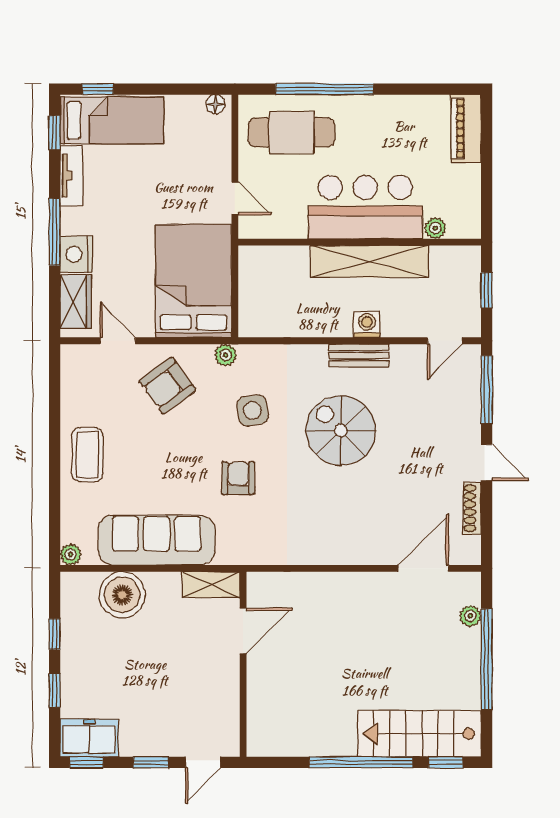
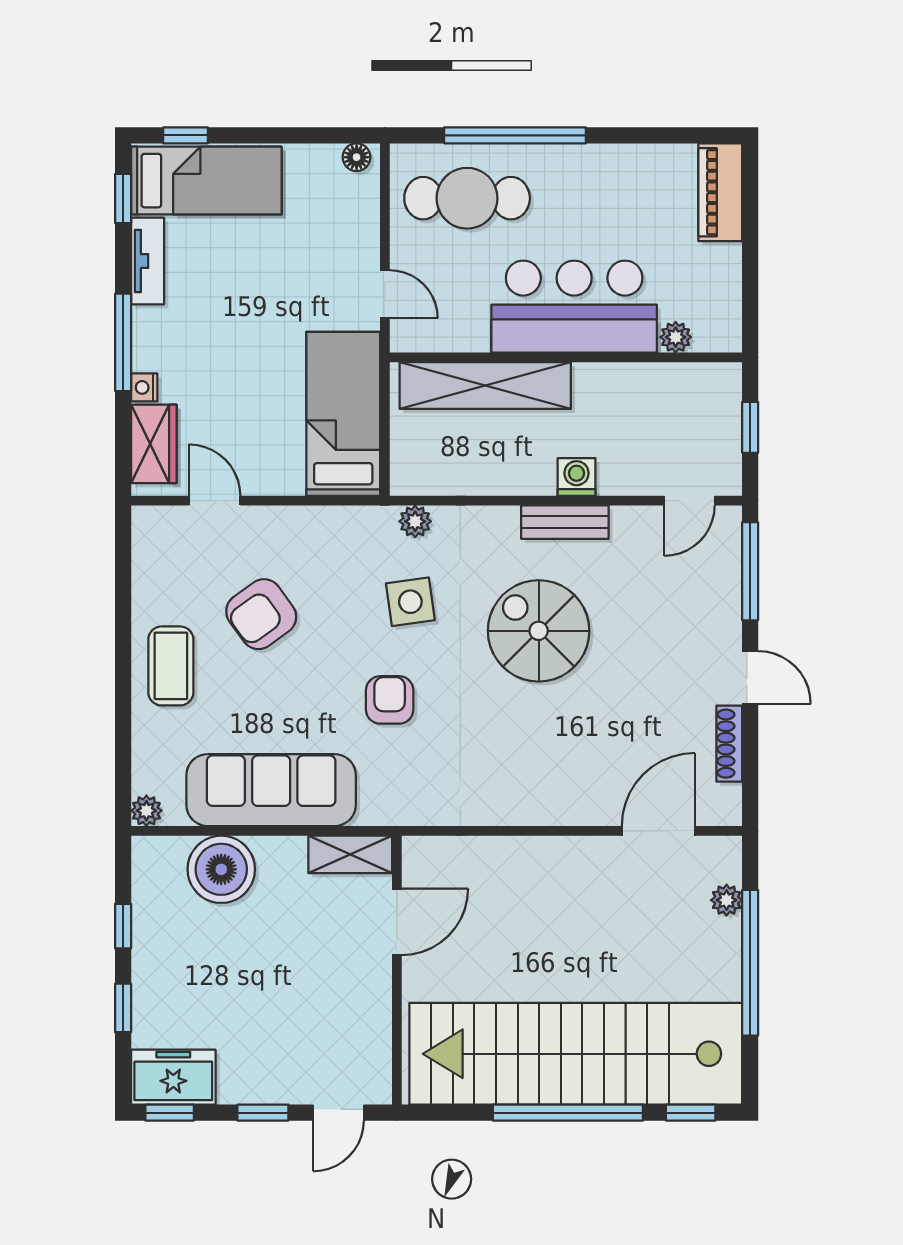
nightstand: (76, 254) -> (144, 387), width x0.53, depth x0.56
shelving: (370, 261) -> (485, 386), moved
bed: (193, 281) -> (343, 414), width x0.67
plant: (226, 355) -> (415, 521), moved
armchair: (167, 386) -> (261, 614), moved
stairs: (419, 734) -> (576, 1054), width x1.86, depth x1.51

